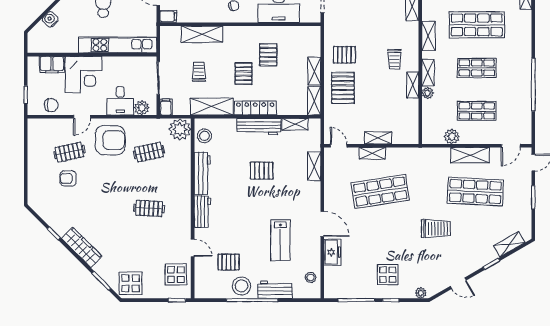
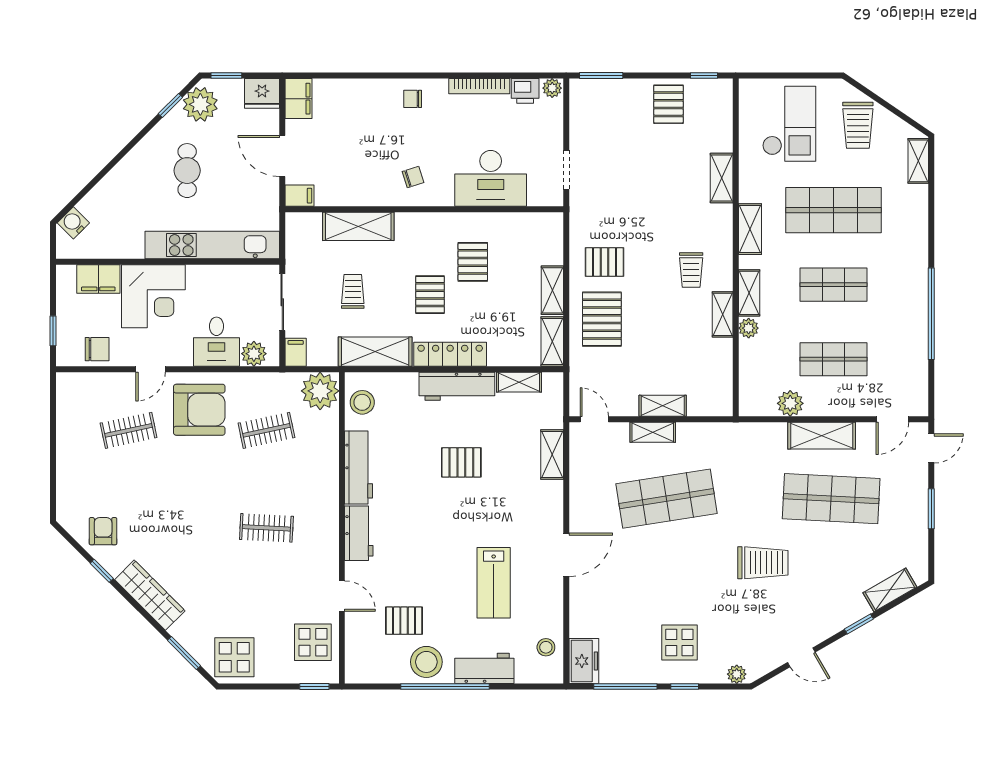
water cooler: (50, 19) -> (73, 223), moved
armchair: (68, 178) -> (103, 531), moved, turned 90
door: (322, 224) -> (566, 555), hinge flipped
freezer: (332, 252) -> (584, 661), moved

